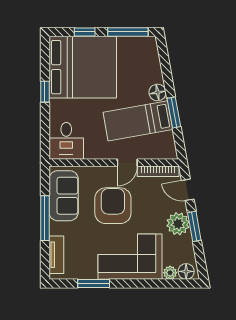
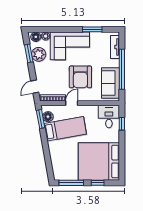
window: (45, 92) -> (122, 124), moved
floor lamp: (158, 92) -> (48, 117), moved
window: (174, 113) -> (41, 119), moved
door: (188, 190) -> (35, 87), swing flipped
window: (45, 218) -> (122, 69), width x1.46
plant: (178, 224) -> (39, 54), moved
window: (194, 226) -> (29, 53), moved

